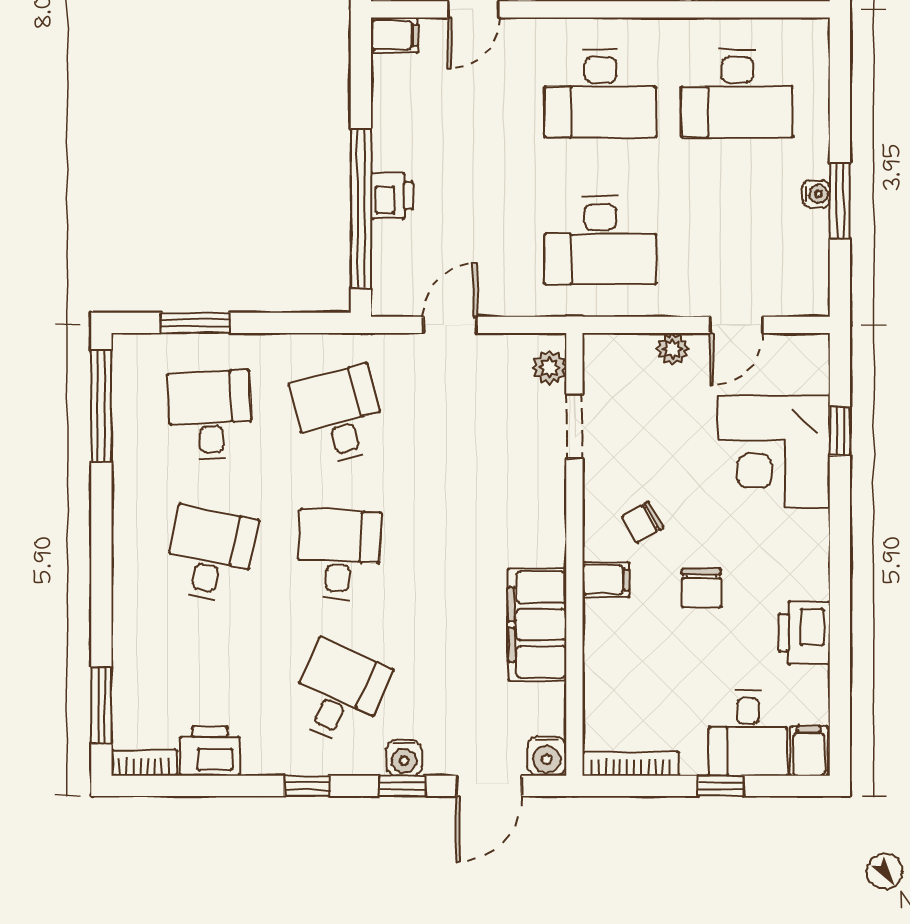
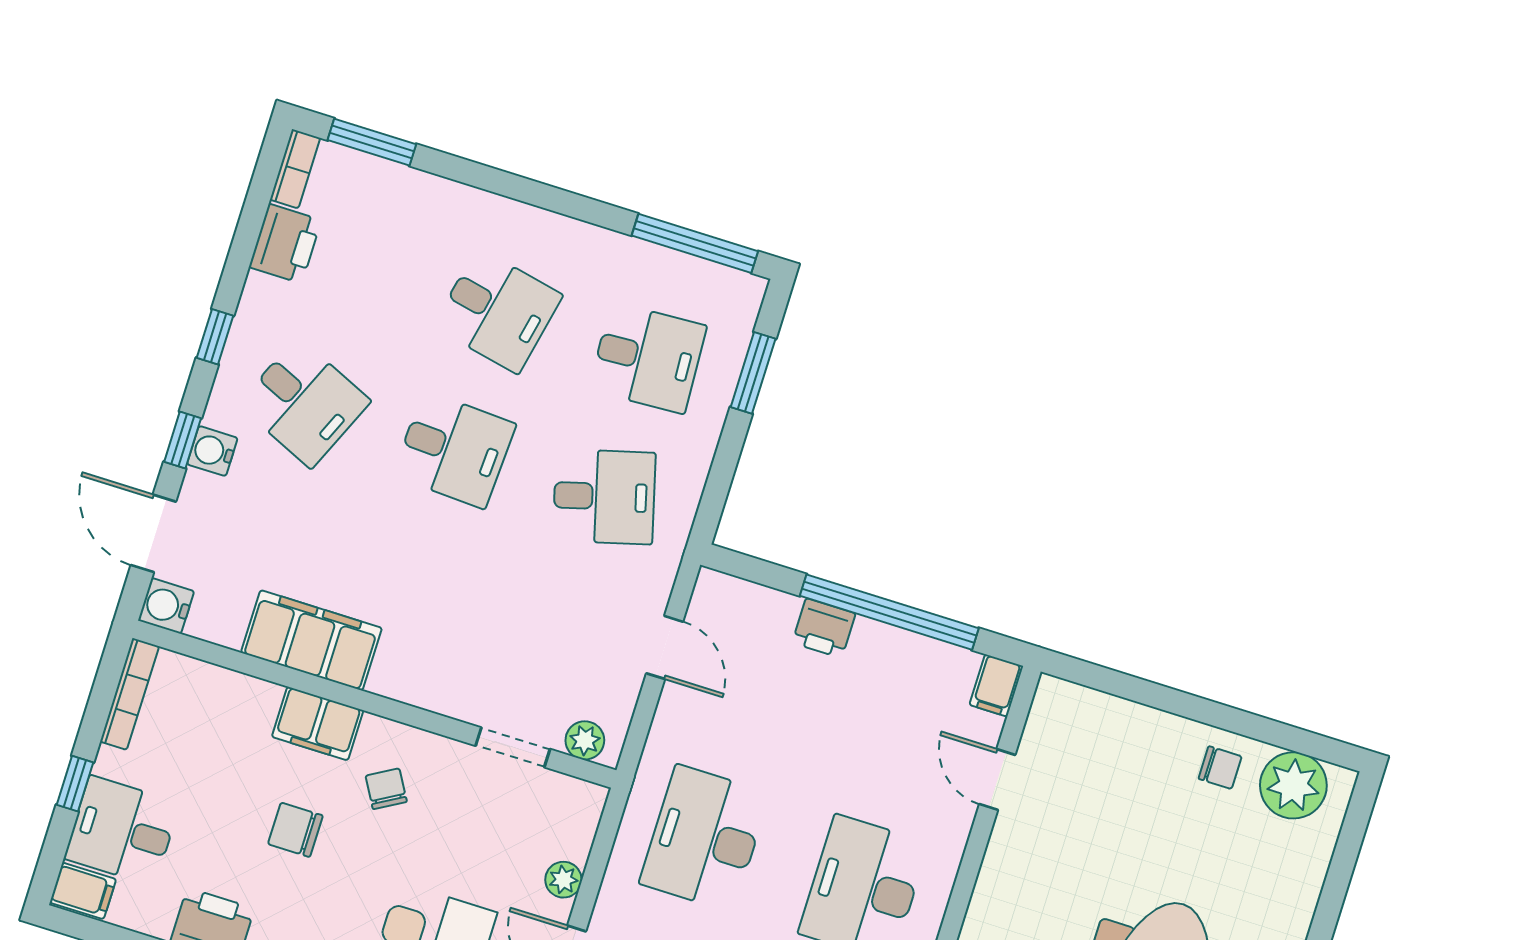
window: (361, 209) -> (889, 612), moved
filing cabinet: (606, 580) -> (318, 724), width x2.00

